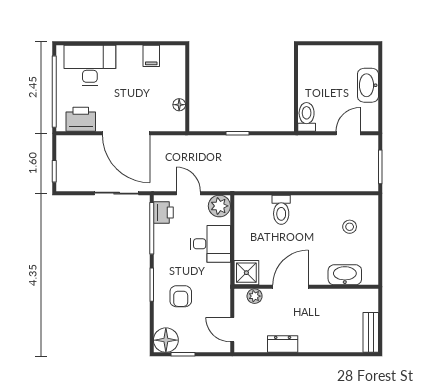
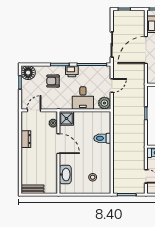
printer: (163, 213) -> (72, 71), moved

